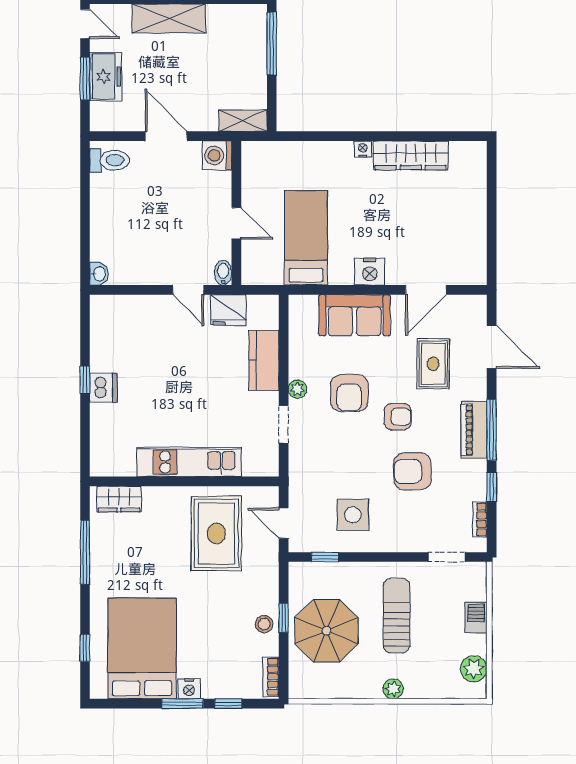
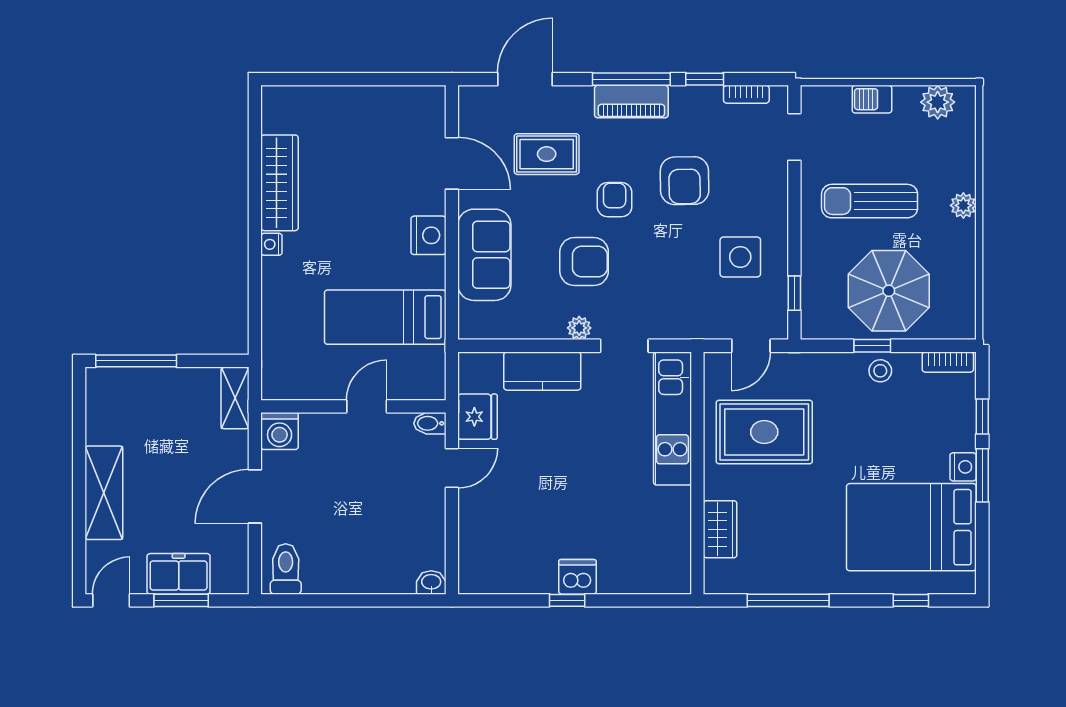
kitchen unit: (189, 462) -> (672, 419), moved
wardrobe: (119, 499) -> (720, 529), moved

